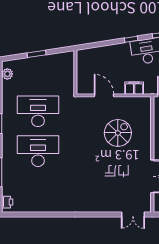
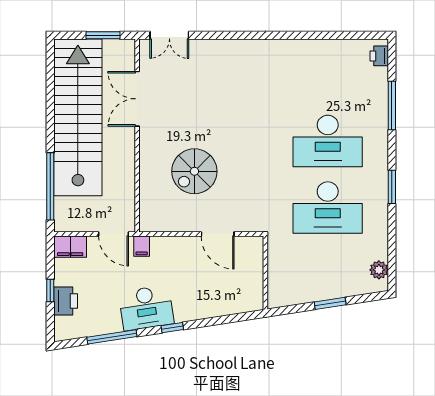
filing cabinet: (134, 88) -> (142, 246), moved, width x0.50
double door: (133, 214) -> (169, 35), swing flipped

